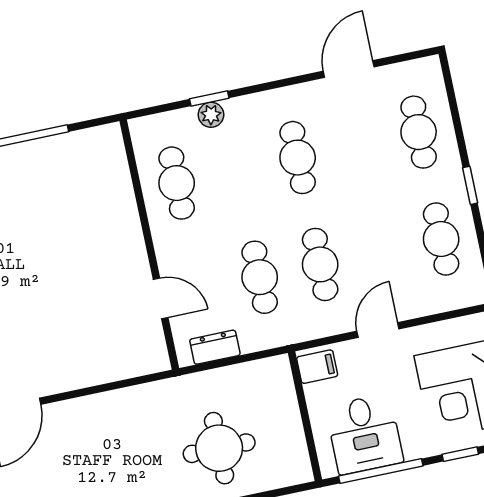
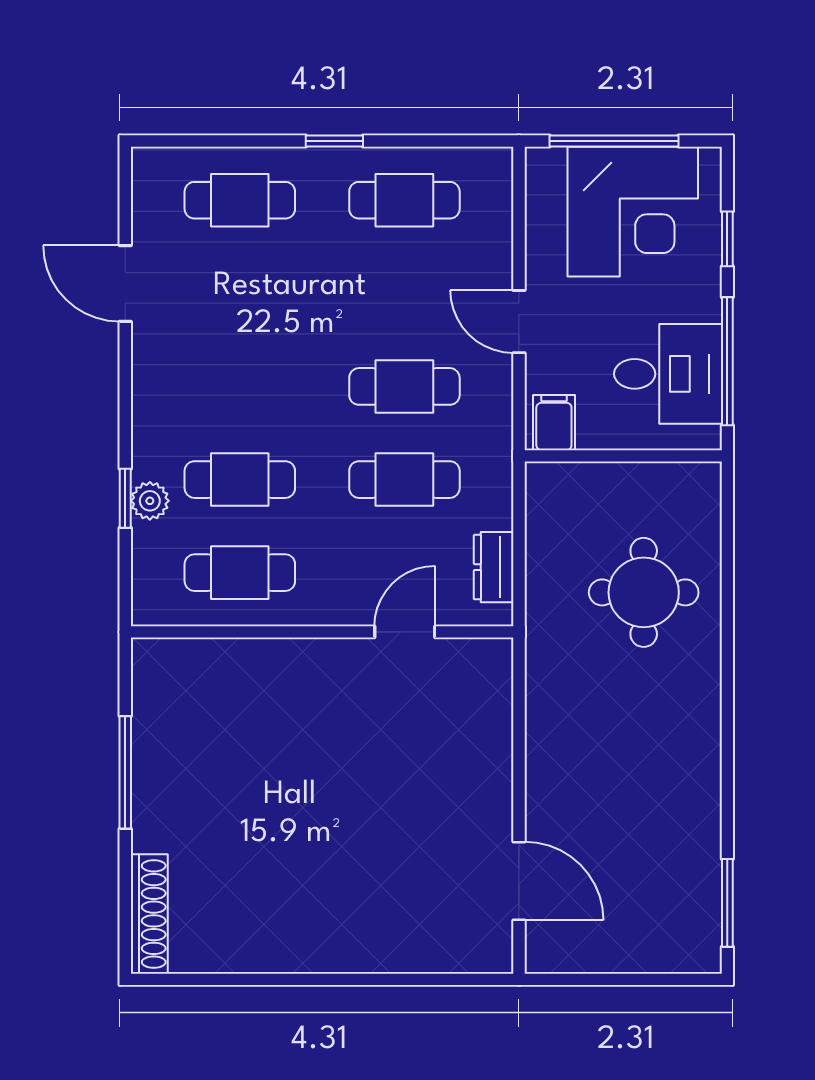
cafe table: (298, 158) -> (240, 480), moved

